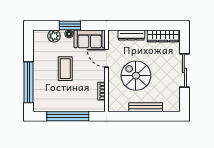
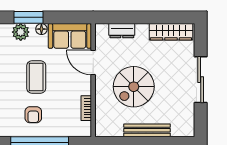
window: (70, 25) -> (29, 17), moved
dresser: (131, 35) -> (122, 31), width x0.70
spiral stairs: (136, 76) -> (134, 87), turned -90
armchair: (63, 96) -> (33, 115), added

